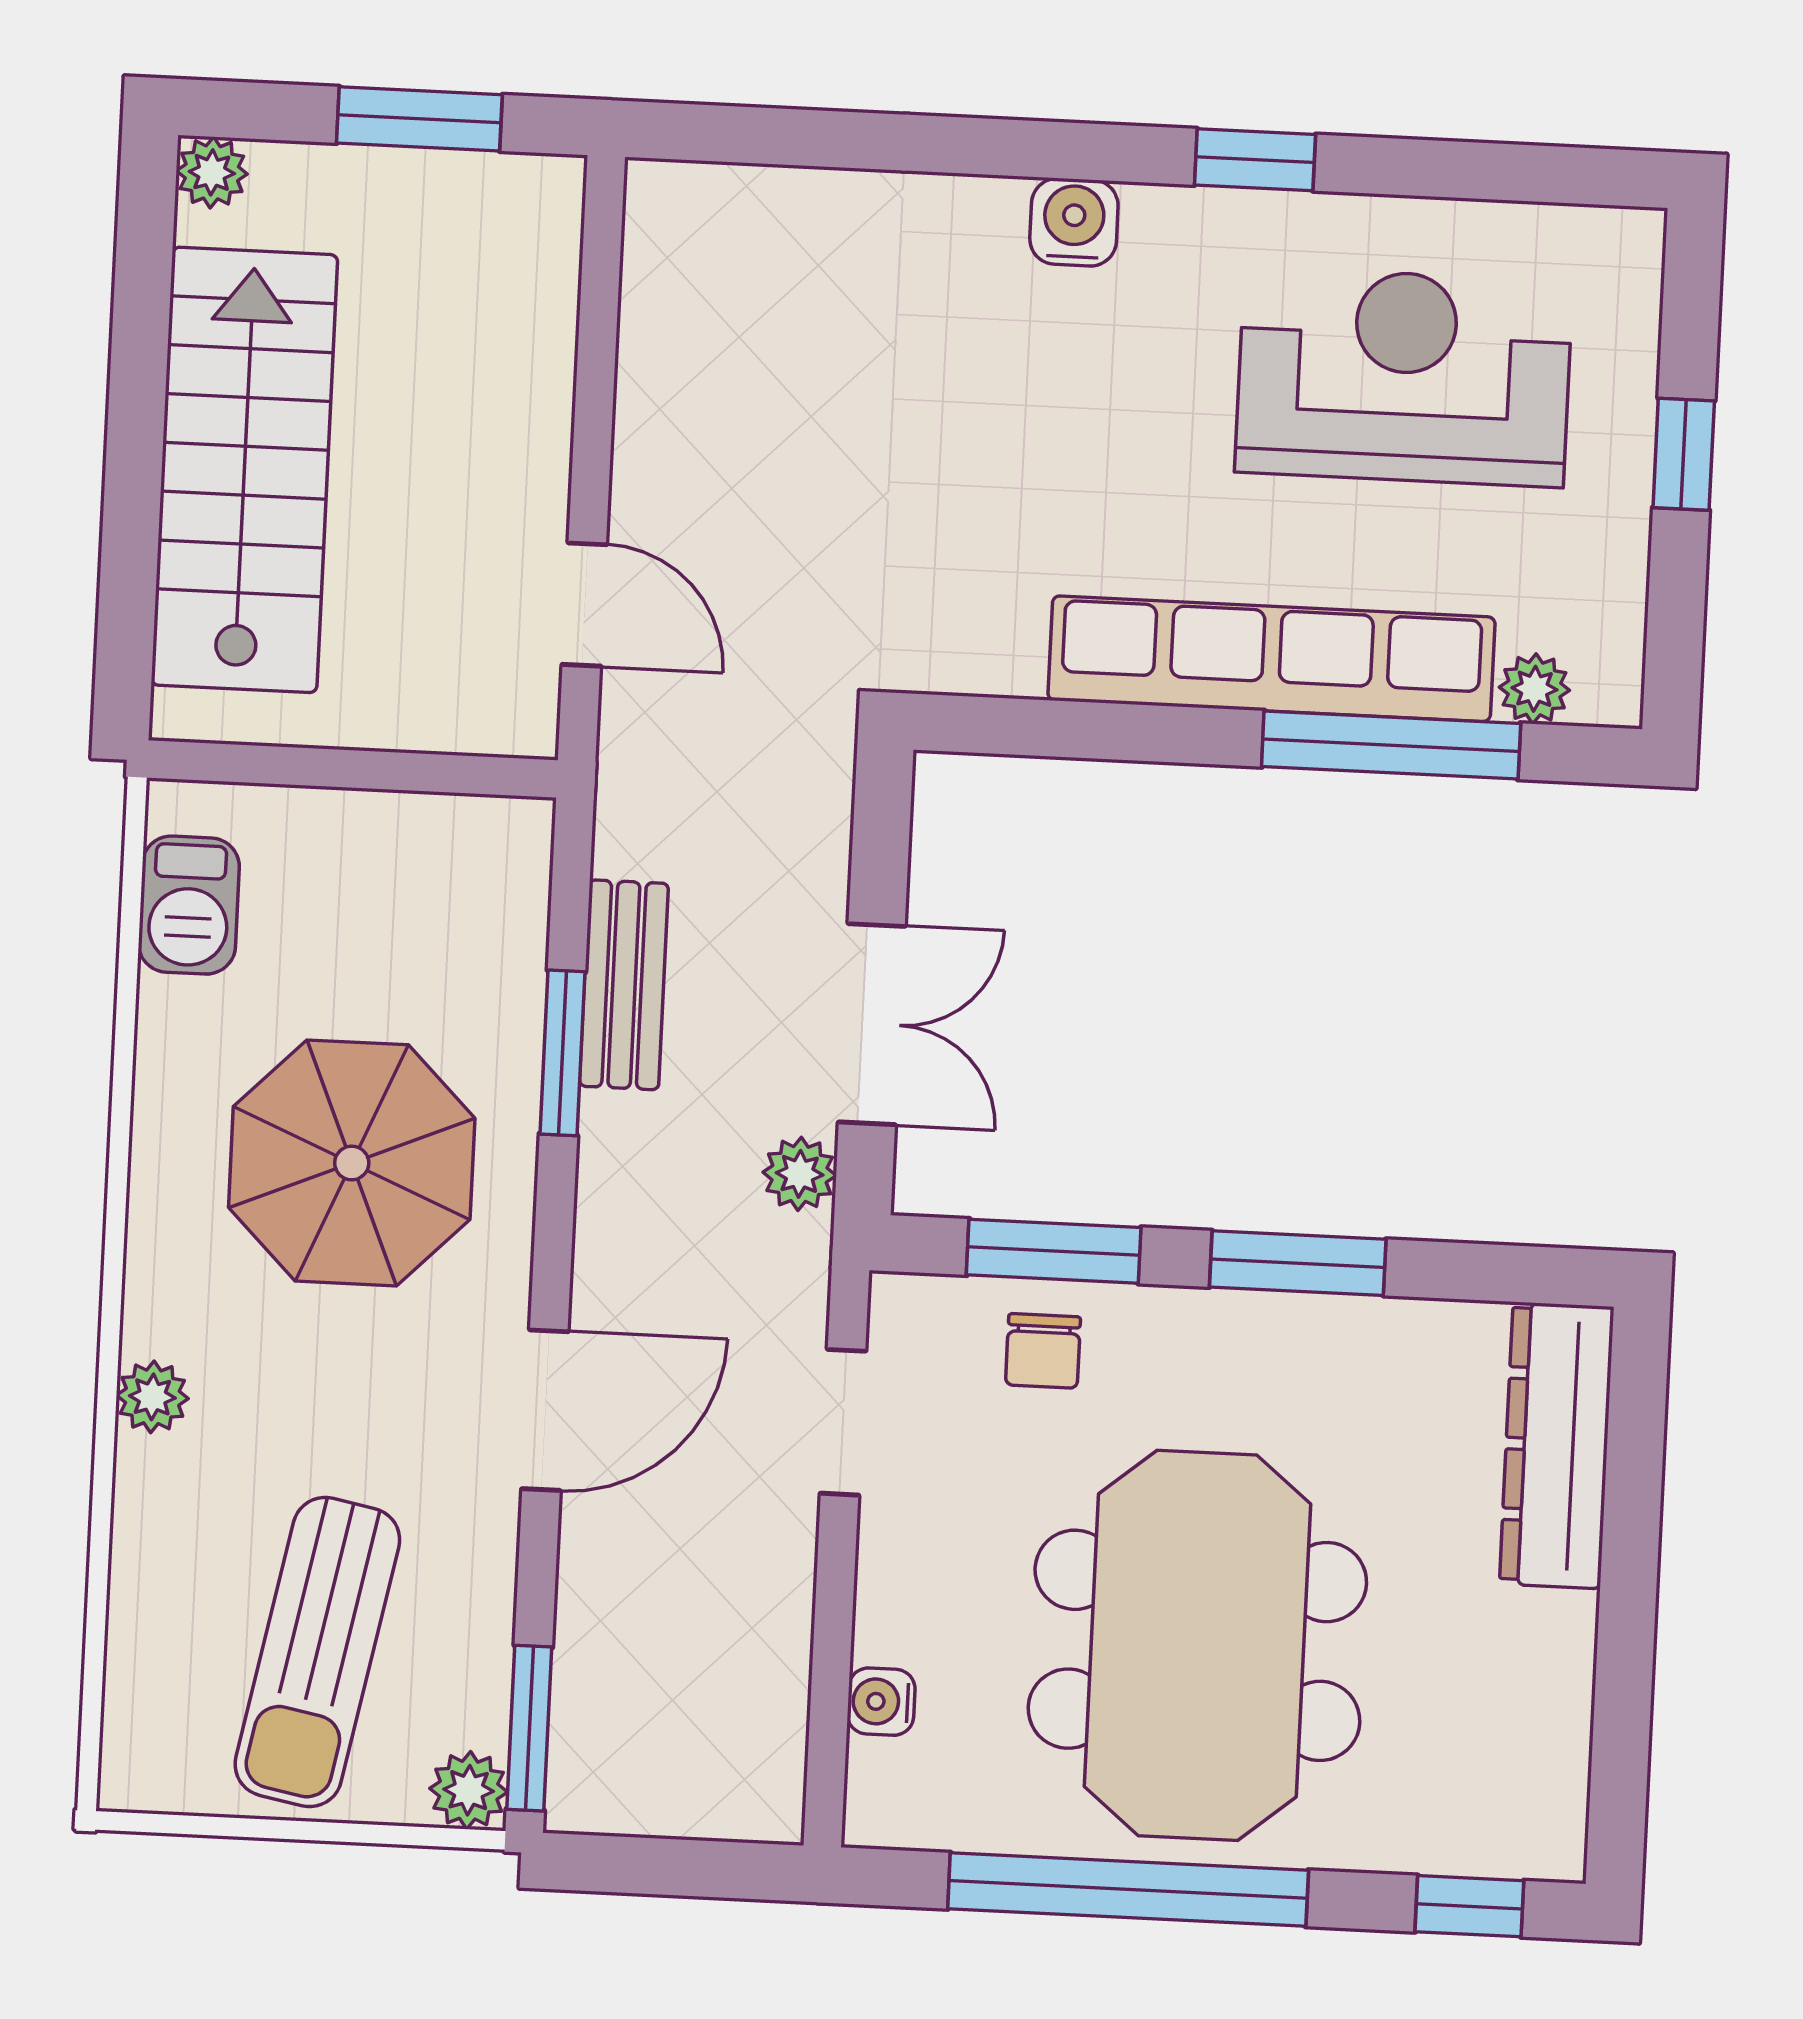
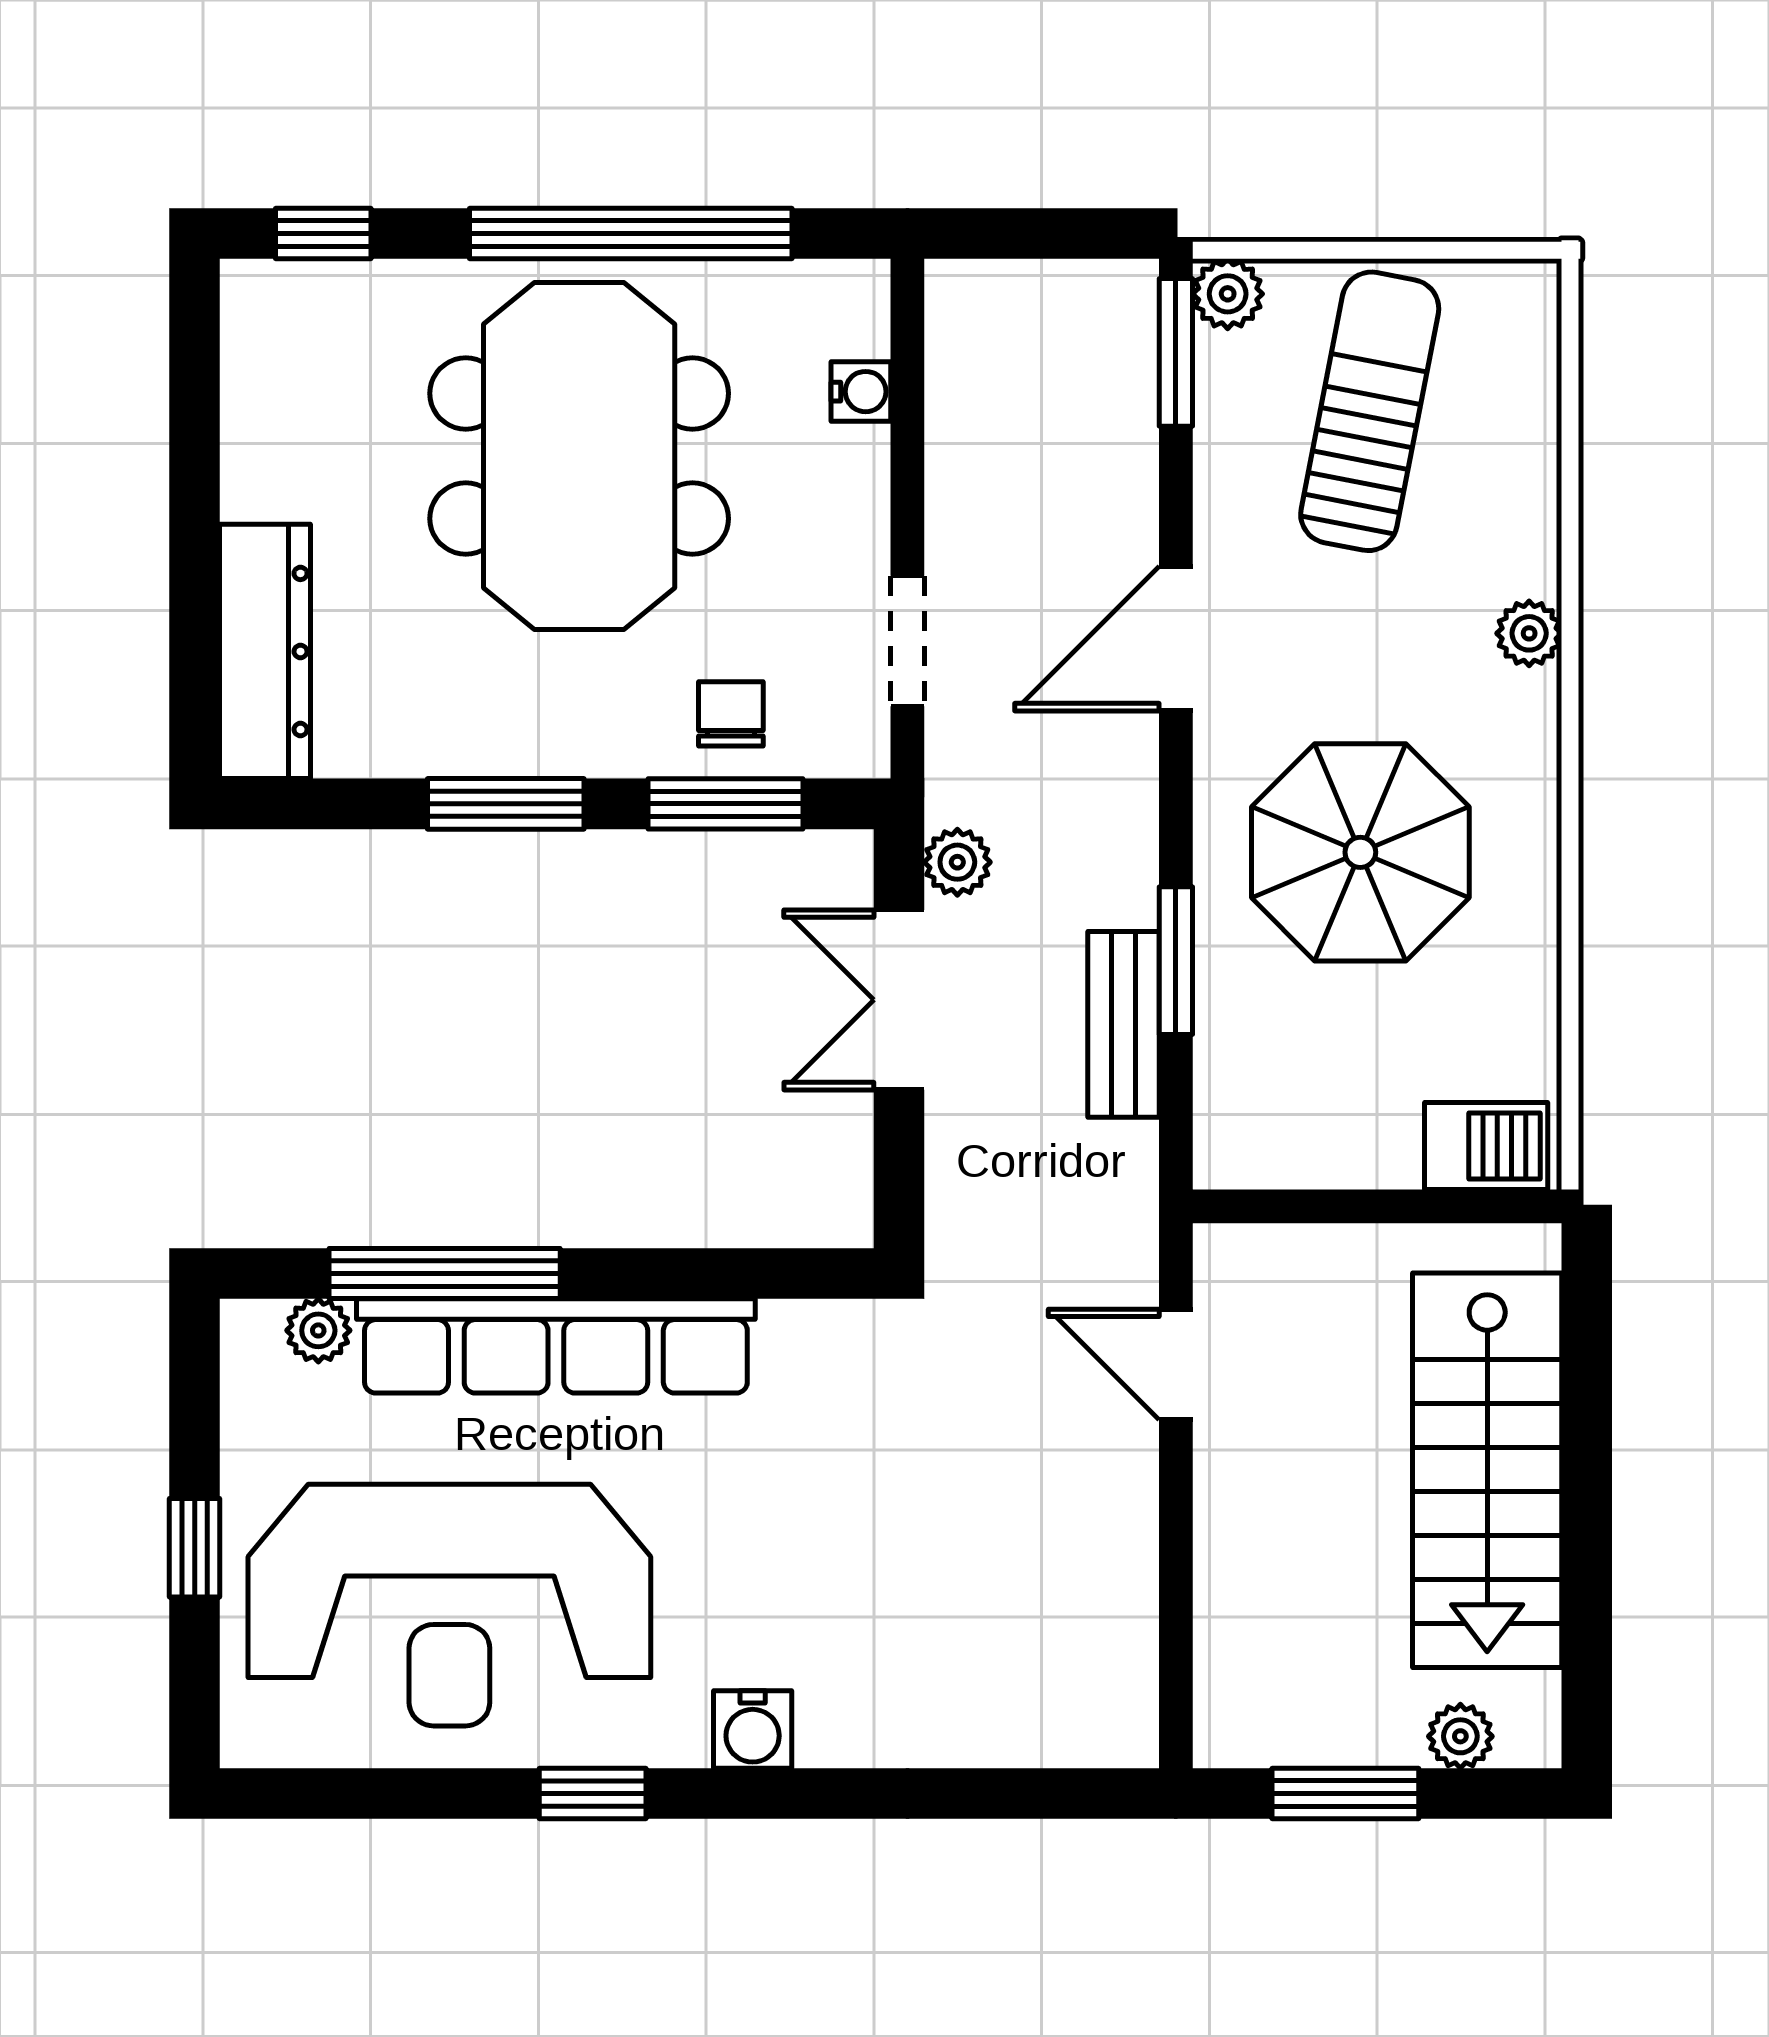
plant: (212, 172) -> (1460, 1736), moved
reception desk: (1404, 377) -> (449, 1605), width x1.36, depth x1.30
barbecue: (189, 905) -> (1486, 1146), moved, turned 90

